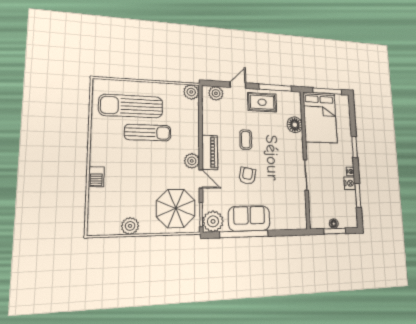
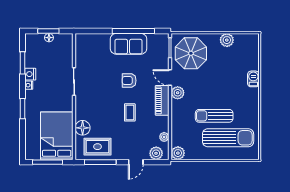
rug: (262, 102) -> (98, 147), moved
armchair: (247, 176) -> (129, 81), turned 79
plant: (213, 221) -> (164, 137), moved, width x0.53, depth x0.53

